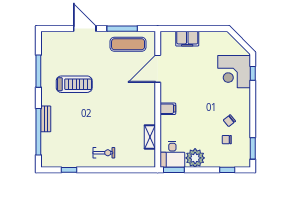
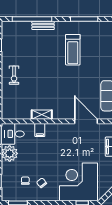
corner desk: (234, 72) -> (78, 182), width x1.36, depth x1.36
filing cabinet: (168, 109) -> (40, 130), moved
shelving: (150, 137) -> (42, 115), moved

